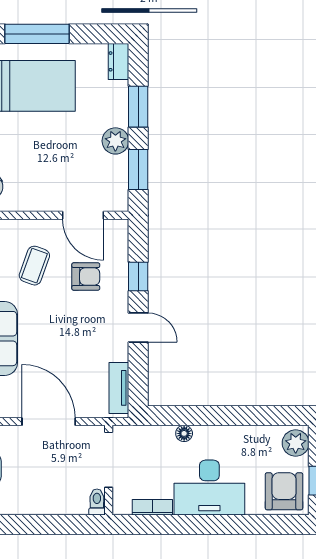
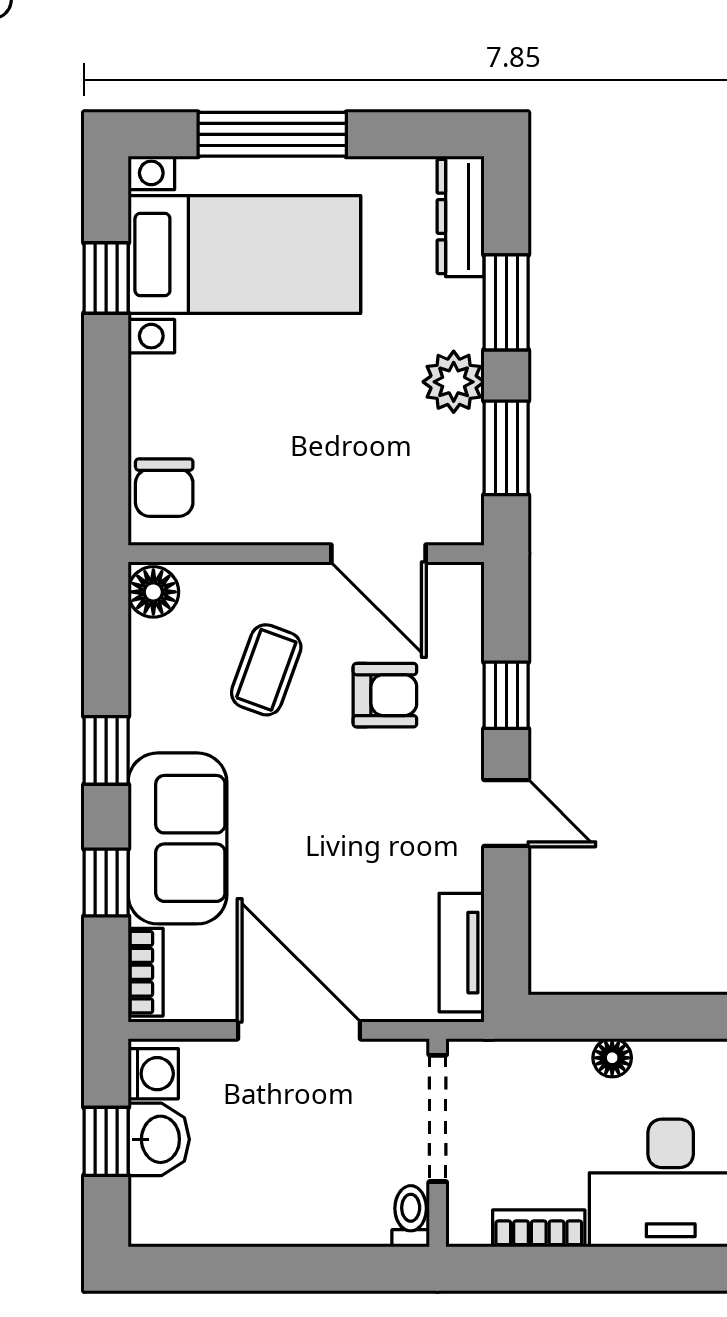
dresser: (119, 61) -> (461, 216), width x1.44

